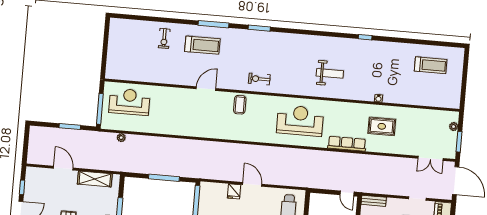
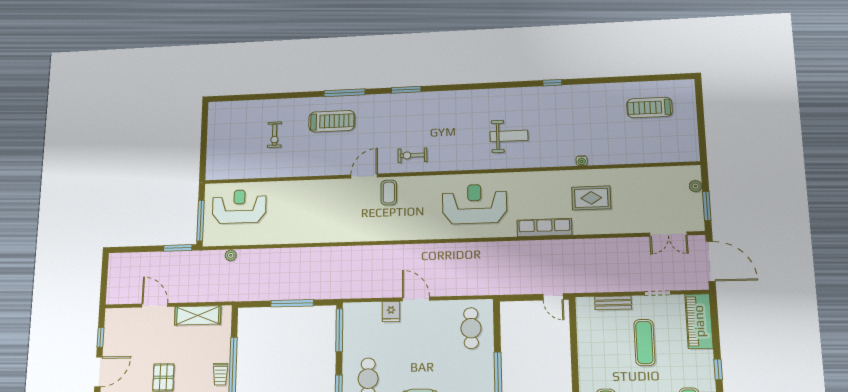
exercise bike: (164, 38) -> (275, 135), moved
treadmill: (431, 65) -> (650, 108), turned 180
door: (206, 89) -> (364, 176), moved
window: (70, 127) -> (178, 248), moved
bench: (374, 201) -> (613, 303), moved

